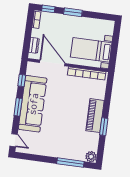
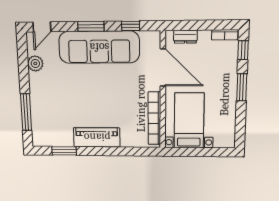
door: (52, 63) -> (163, 67), hinge flipped
window: (104, 127) -> (64, 151), moved
plant: (91, 157) -> (35, 63), moved

